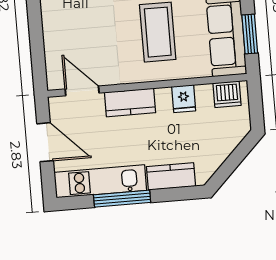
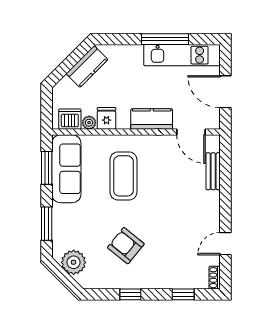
bench: (52, 47) -> (213, 171), added
plant: (204, 92) -> (89, 123), added
kitchen counter: (171, 176) -> (87, 67), moved, turned -45

